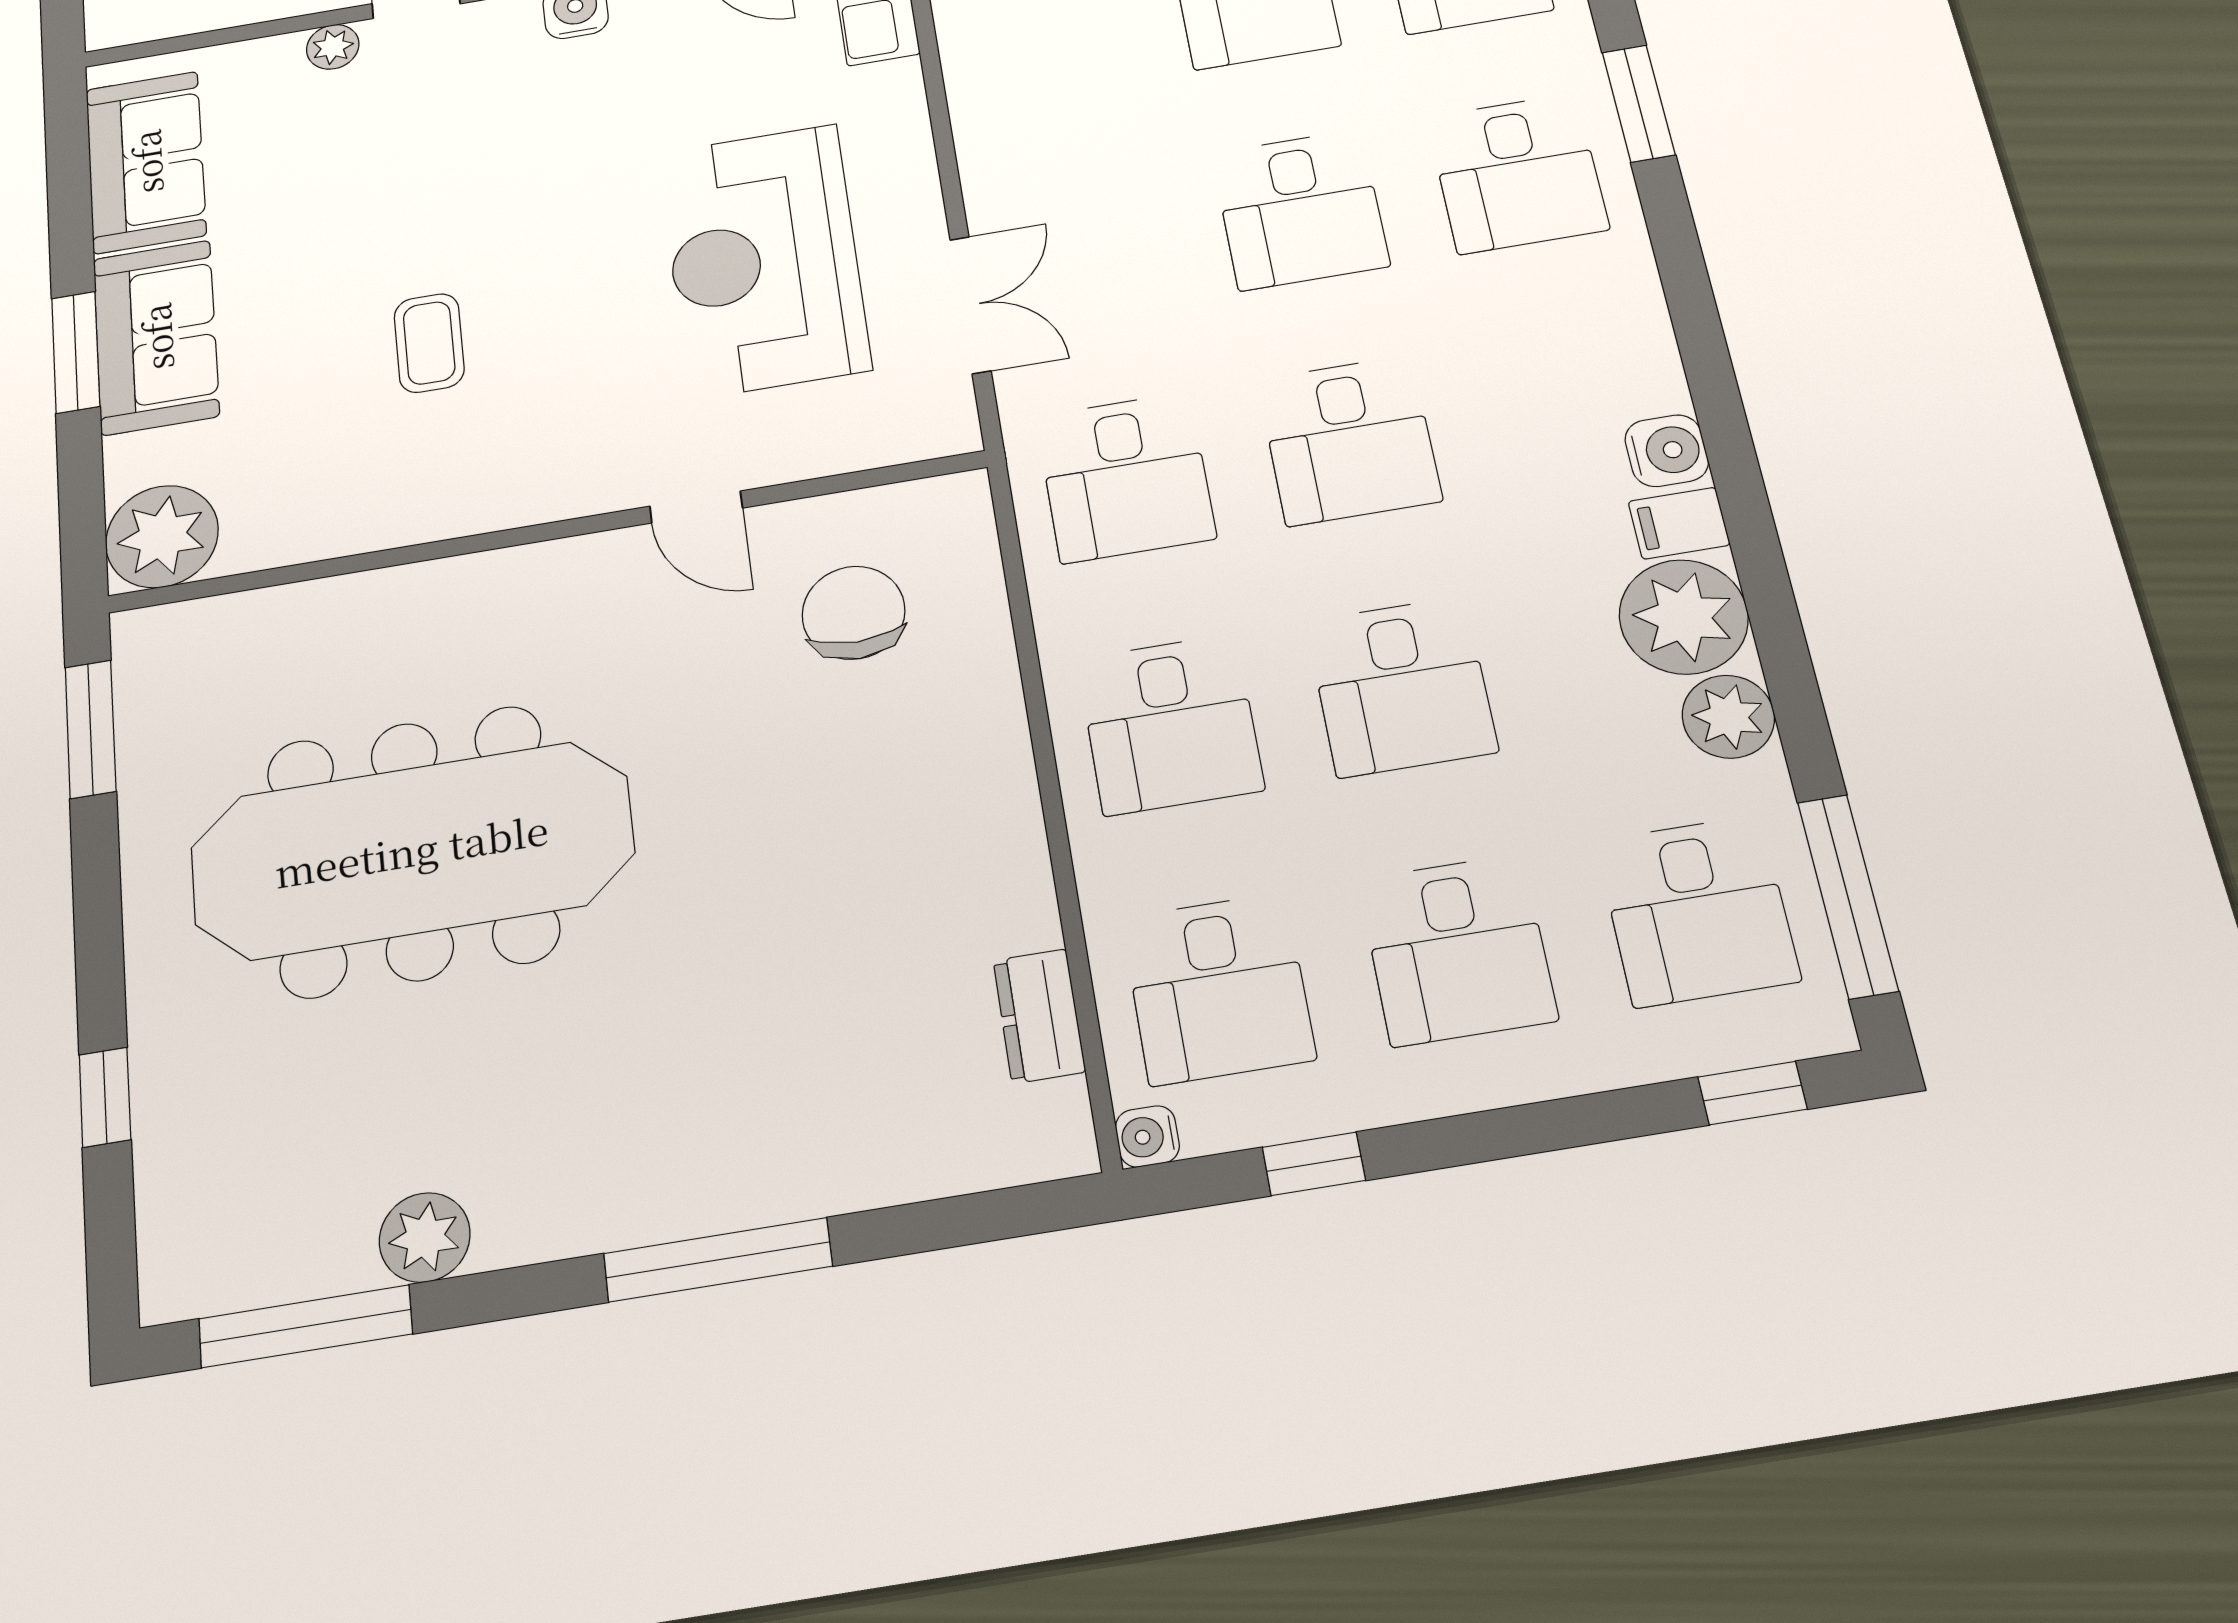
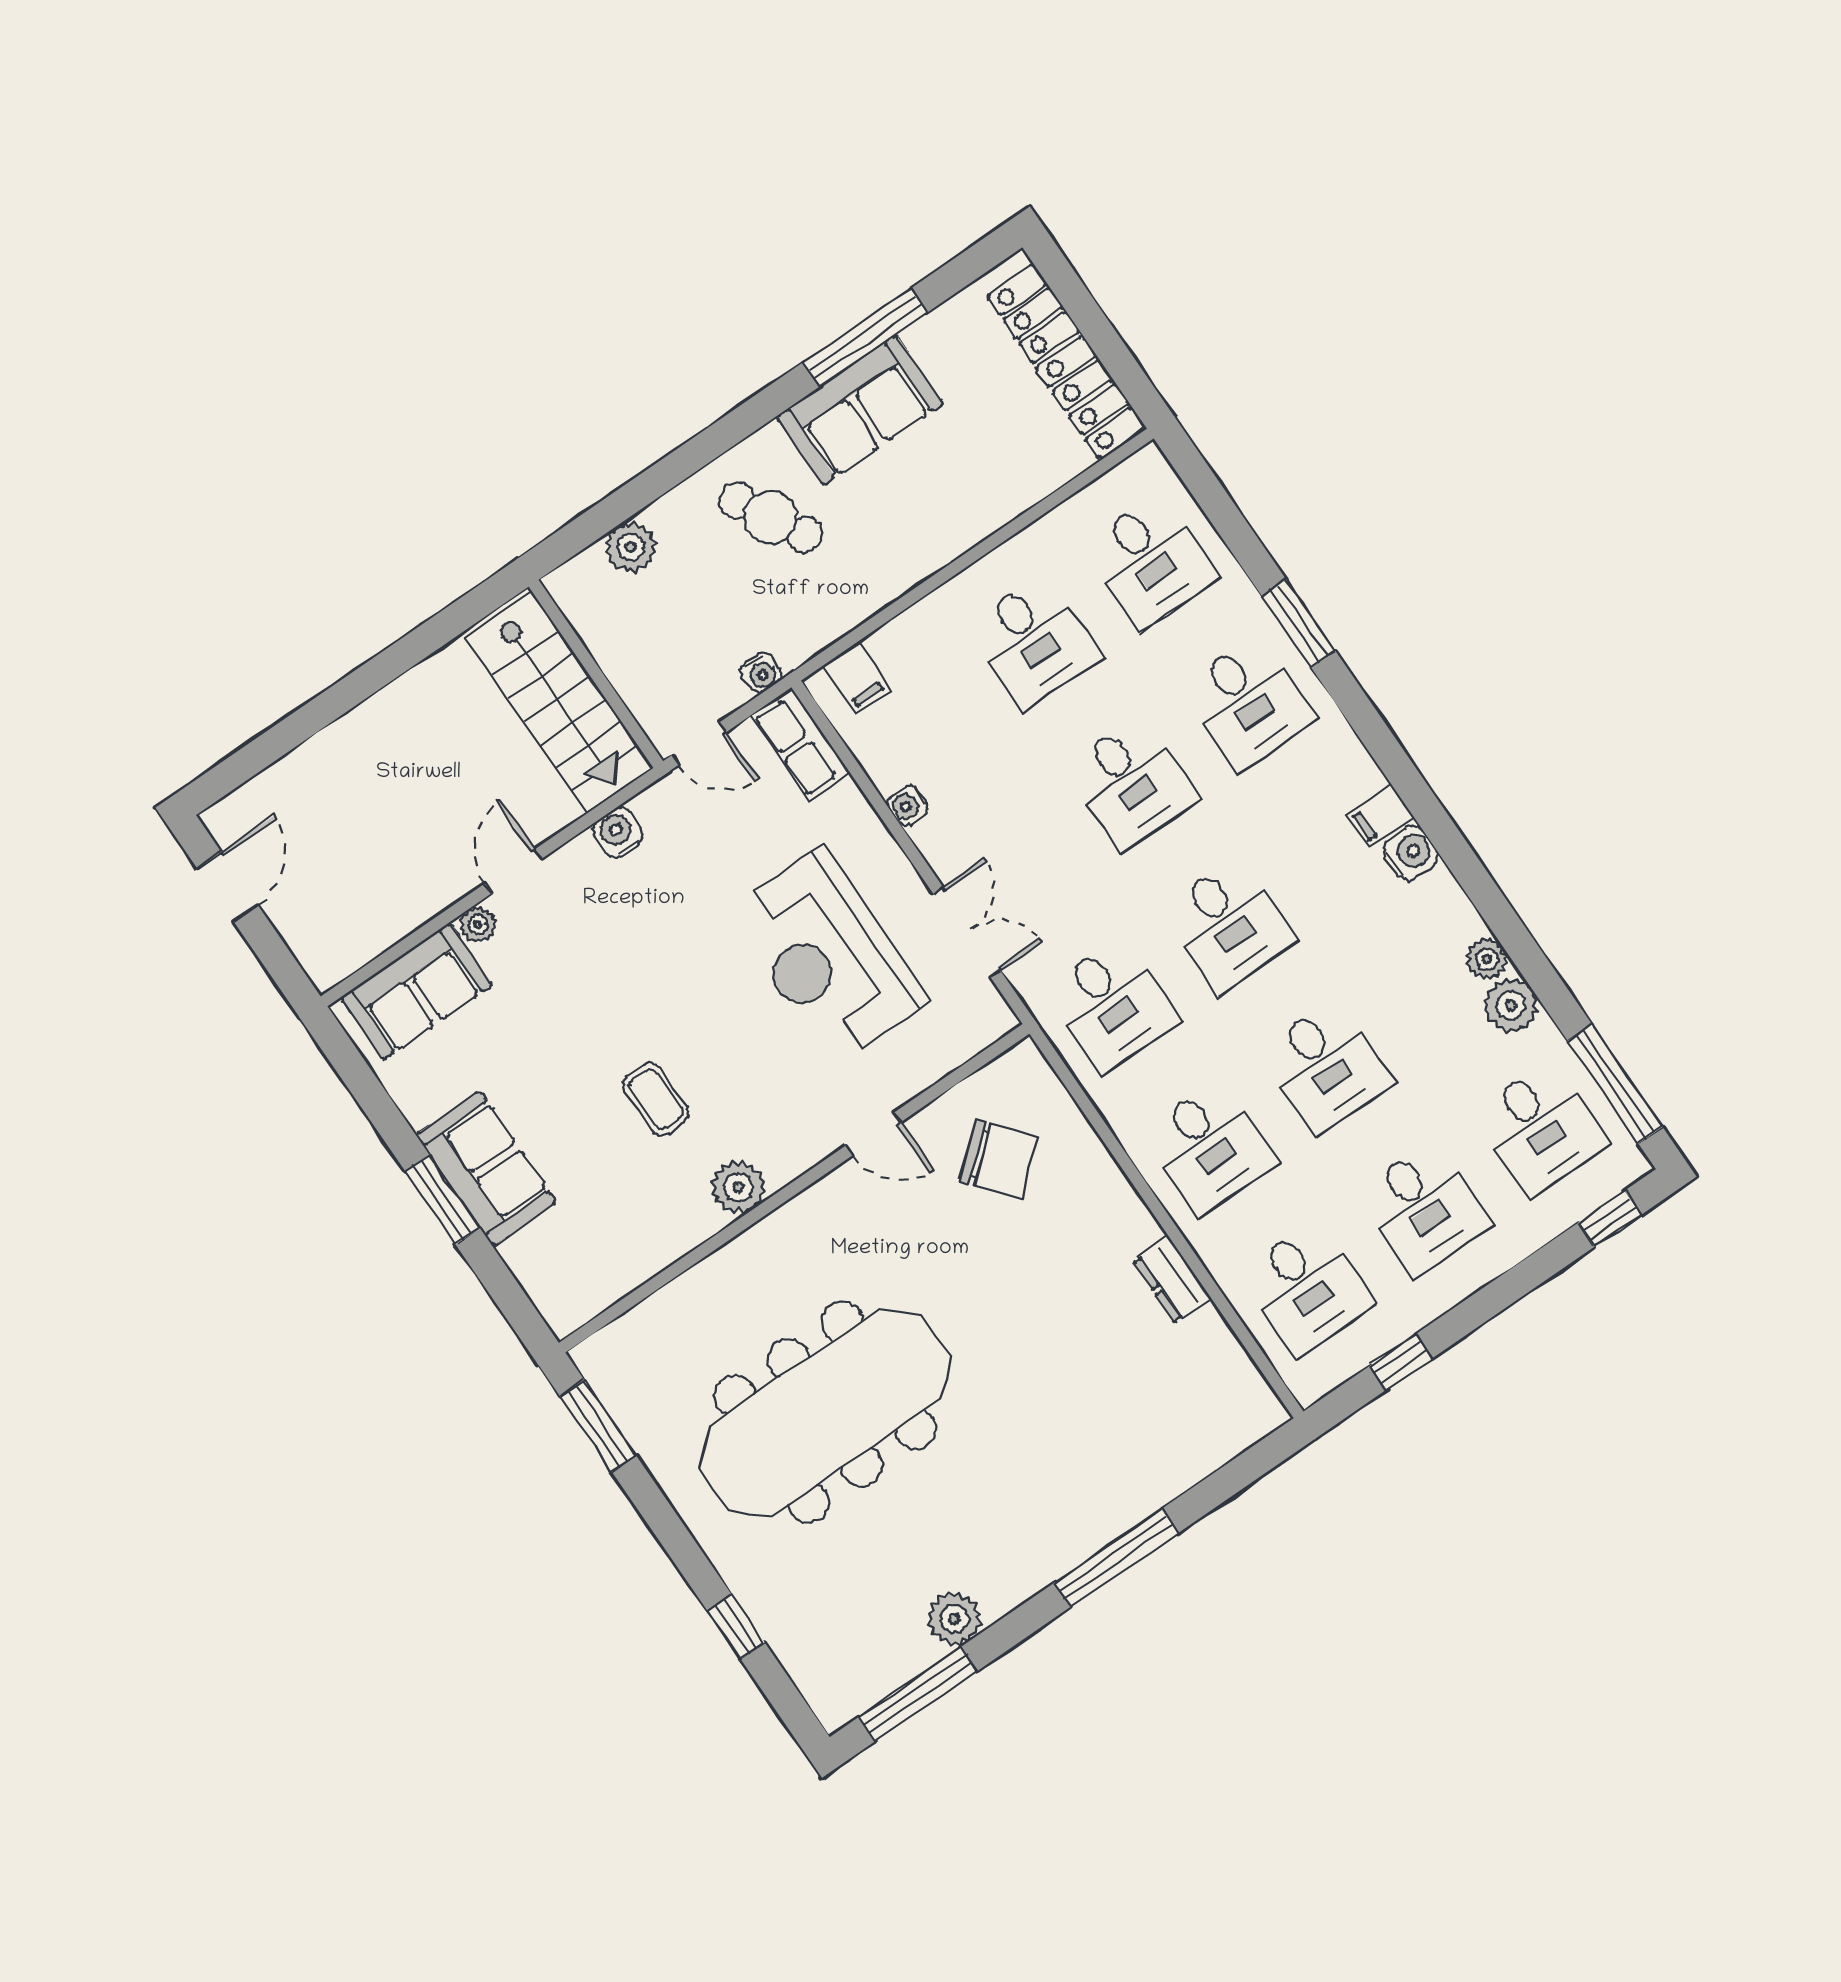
sofa: (146, 162) -> (417, 991), moved, turned 90
filing cabinet: (1679, 523) -> (1380, 816), moved
plant: (162, 536) -> (738, 1187), moved, width x0.73, depth x0.73
chair: (854, 613) -> (999, 1159), turned 140
plant: (1684, 617) -> (1487, 959), width x0.53, depth x0.53
dresser: (1039, 1016) -> (1172, 1280), moved
water cooler: (1147, 1136) -> (908, 805), moved

